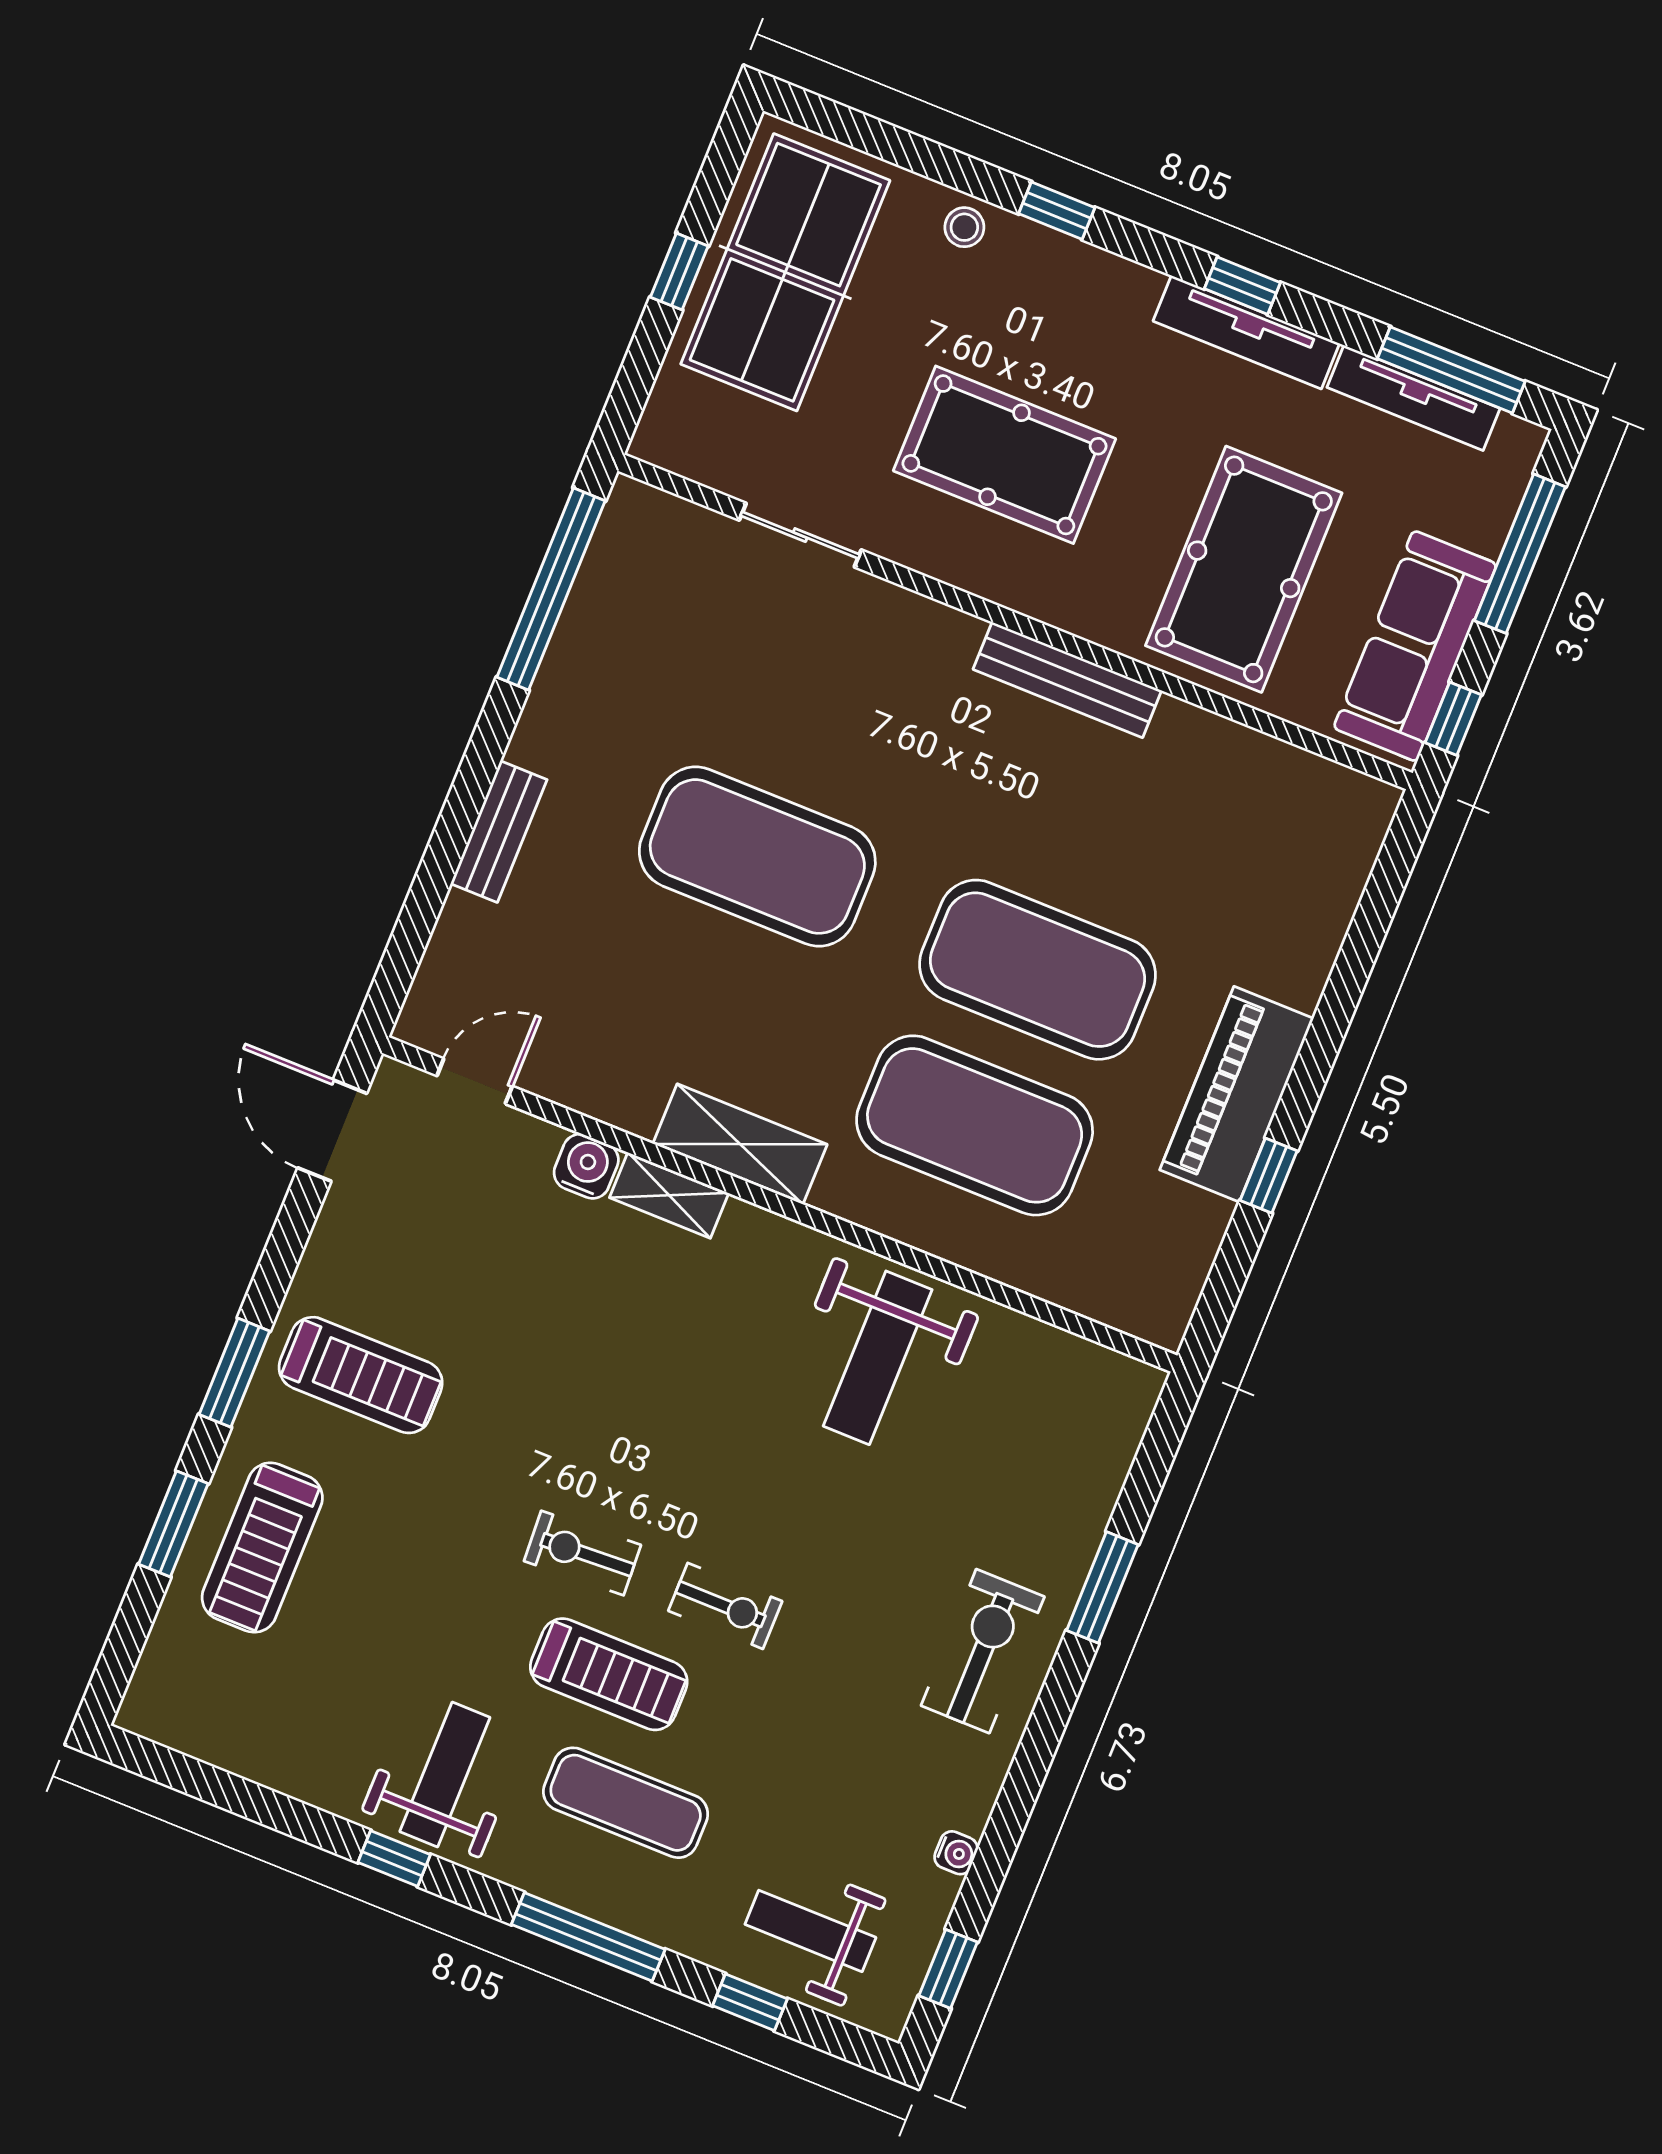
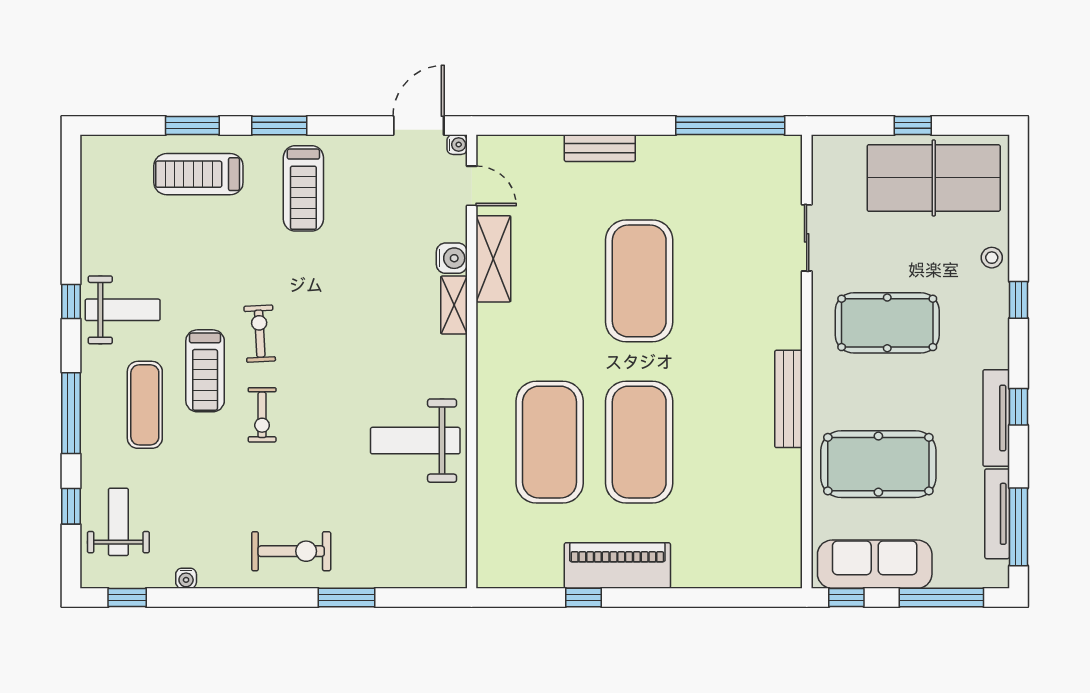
pool table: (1004, 455) -> (887, 323), turned 90
water cooler: (392, 1077) -> (457, 145), added
shelving: (740, 1144) -> (493, 259), moved

